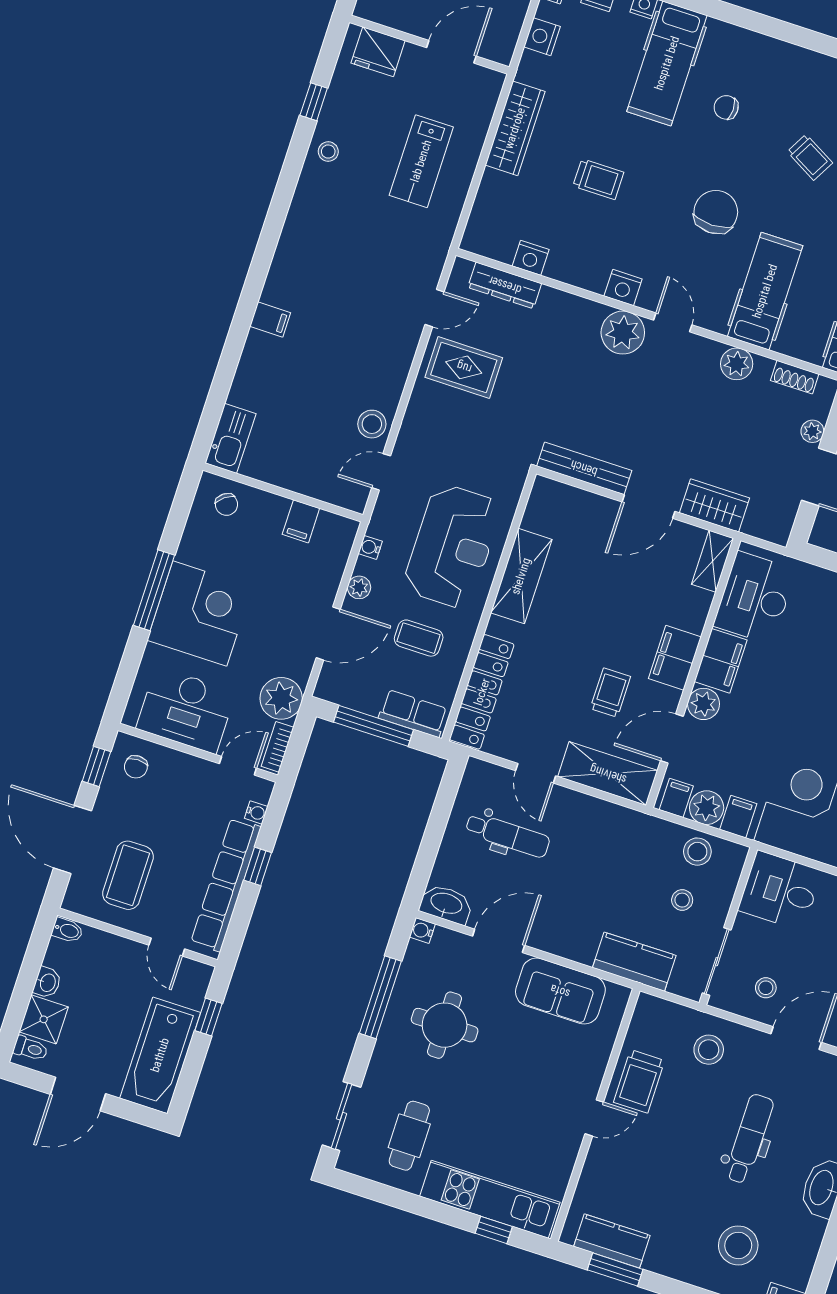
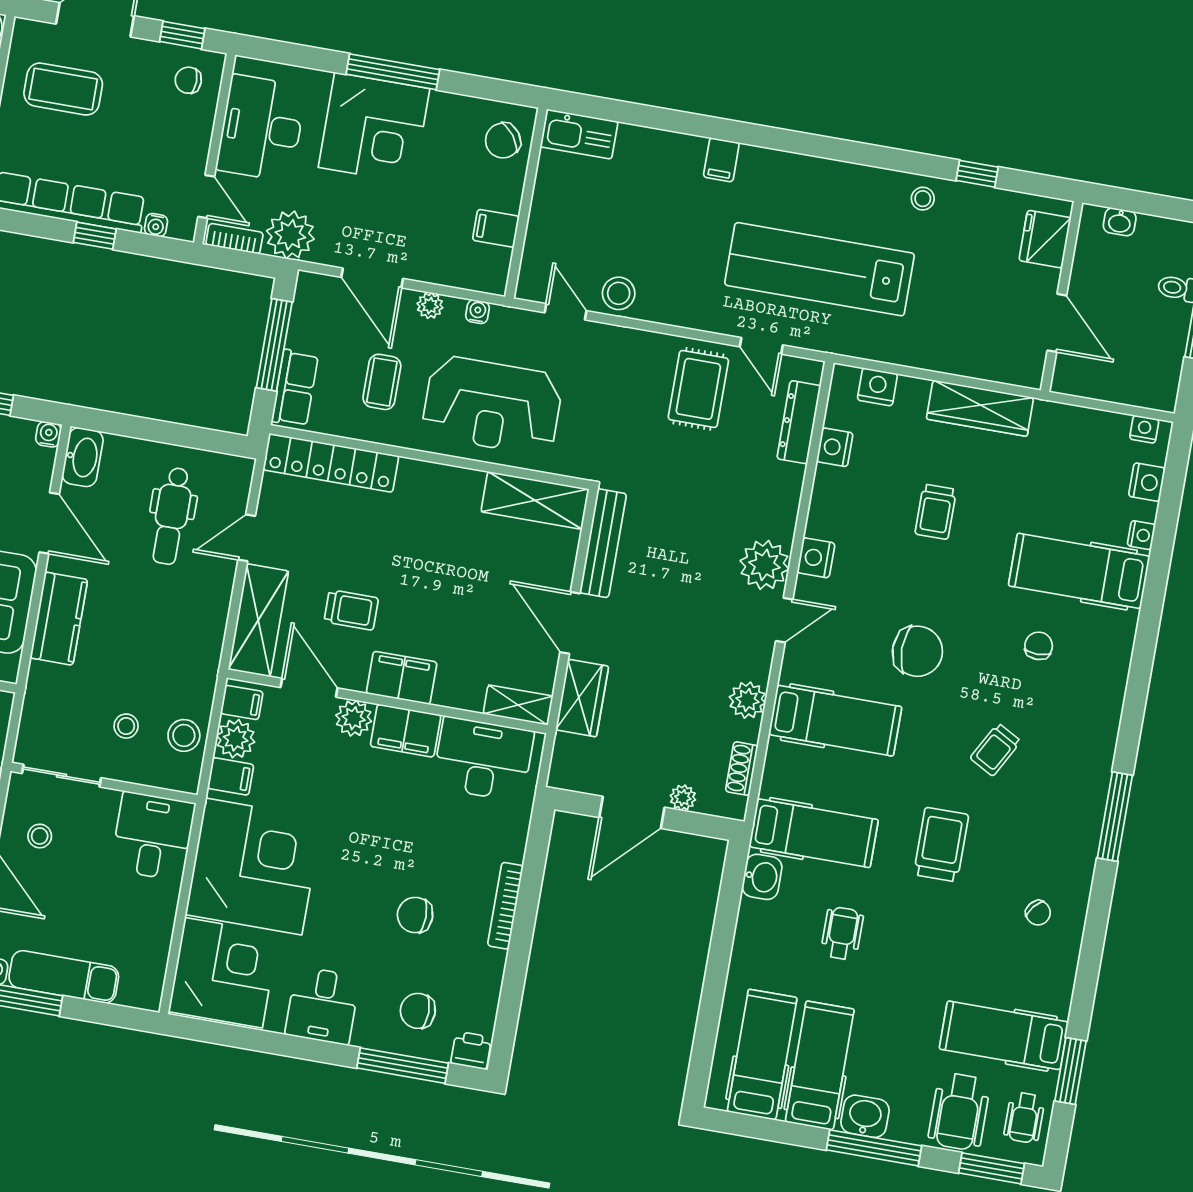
nightstand: (542, 37) -> (877, 387), moved
lab bench: (421, 161) -> (820, 269), moved, width x1.86, depth x1.39
chair: (226, 504) -> (503, 141), width x1.37, depth x1.37
shelving: (521, 576) -> (535, 500), moved
kitchen counter: (634, 962) -> (59, 619), moved

